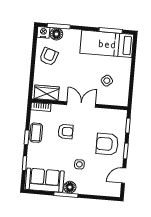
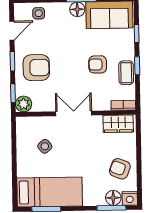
armchair: (49, 57) -> (120, 169), turned 93
double door: (81, 104) -> (74, 113), swing flipped
plant: (120, 116) -> (24, 104), added
armchair: (65, 131) -> (98, 64), moved
side table: (79, 164) -> (39, 13), moved

